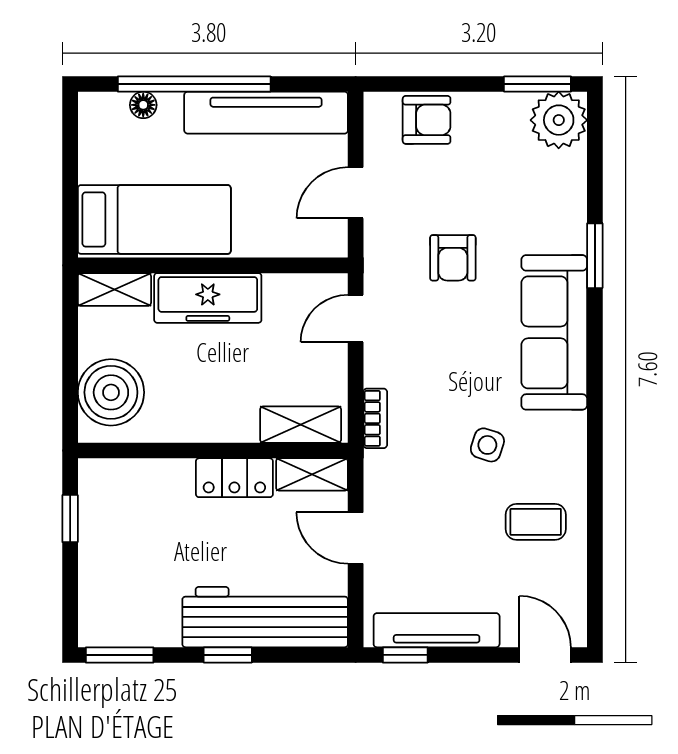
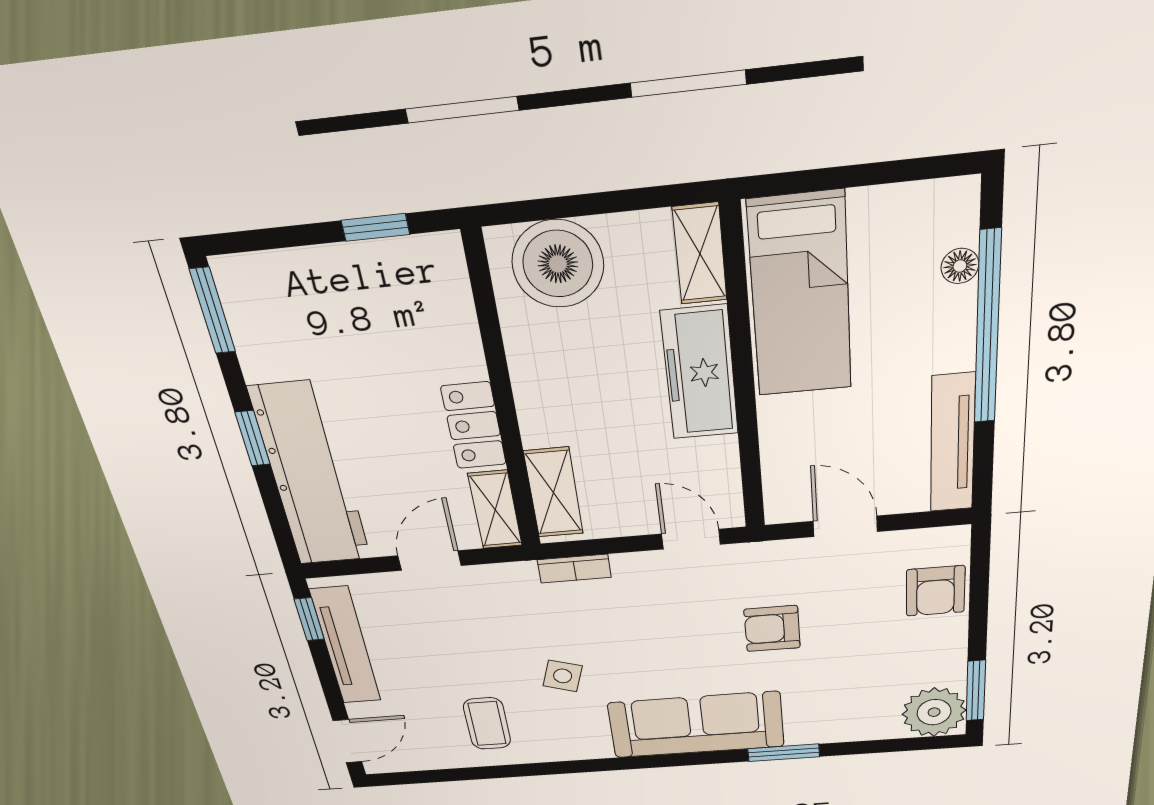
tv unit: (266, 113) -> (952, 444), width x0.73, depth x0.78

